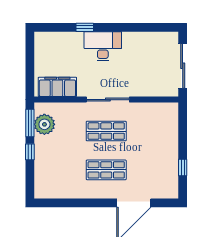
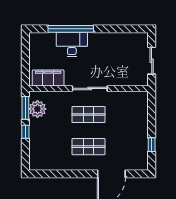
window: (85, 27) -> (71, 29), width x3.17
desk: (103, 46) -> (72, 44), moved
sliding door: (183, 66) -> (152, 61), width x0.73

